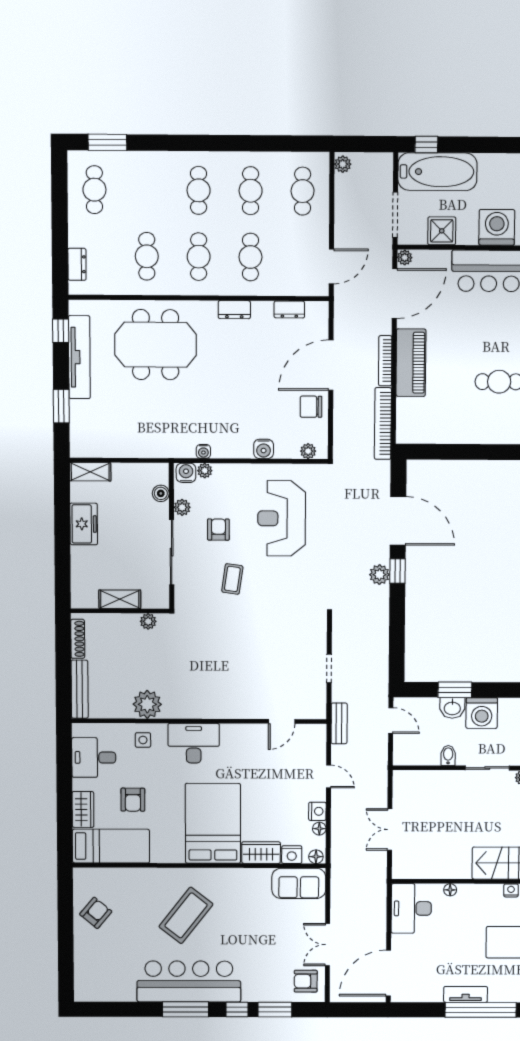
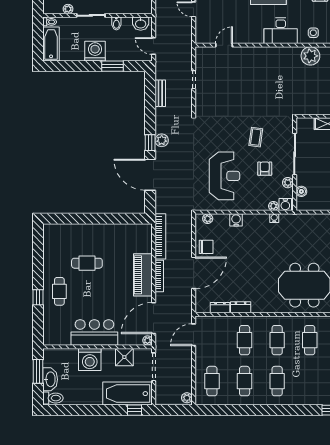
dresser: (234, 310) -> (241, 307), moved
armchair: (218, 530) -> (265, 169), turned 180
plant: (148, 621) -> (310, 110), removed
washbasin: (452, 708) -> (141, 24), moved, turned 180
bench: (339, 723) -> (160, 93), moved

